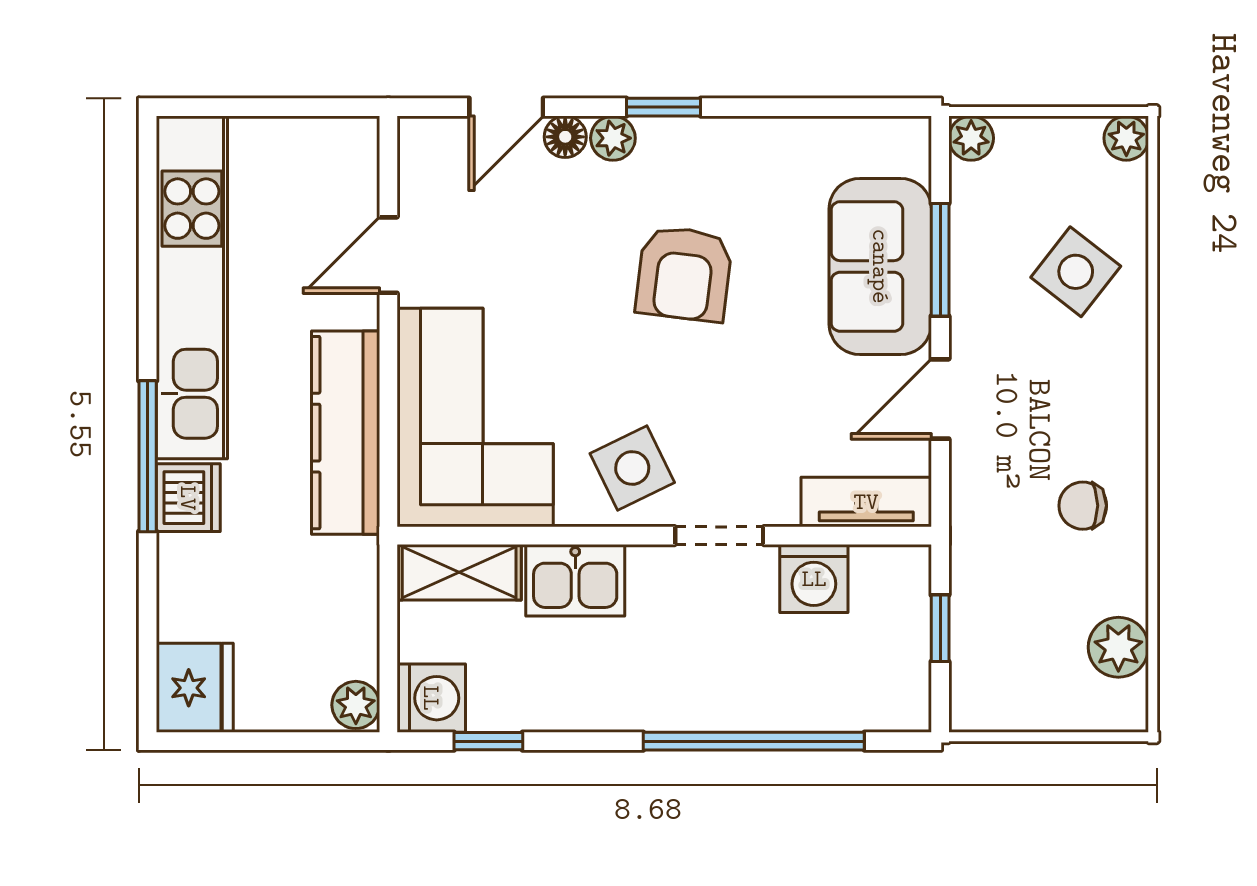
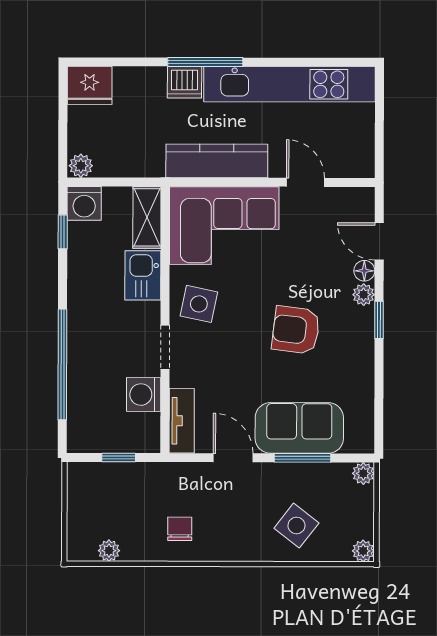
side table: (632, 468) -> (199, 304), turned 38
plant: (1118, 647) -> (109, 551), width x0.73, depth x0.73

